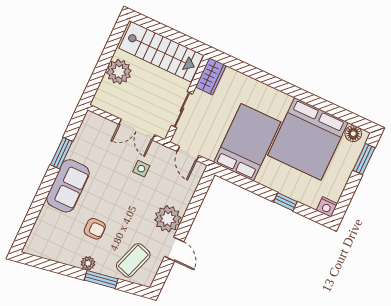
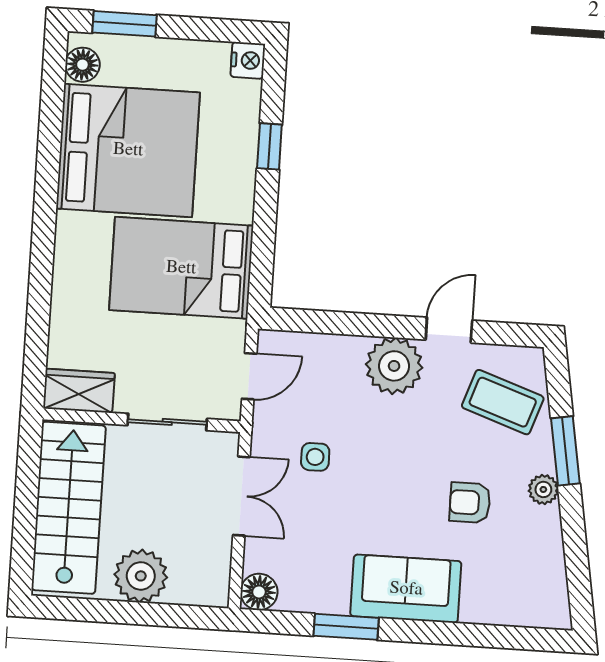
floor lamp: (92, 121) -> (259, 592), added
armchair: (95, 229) -> (470, 503), turned -90

